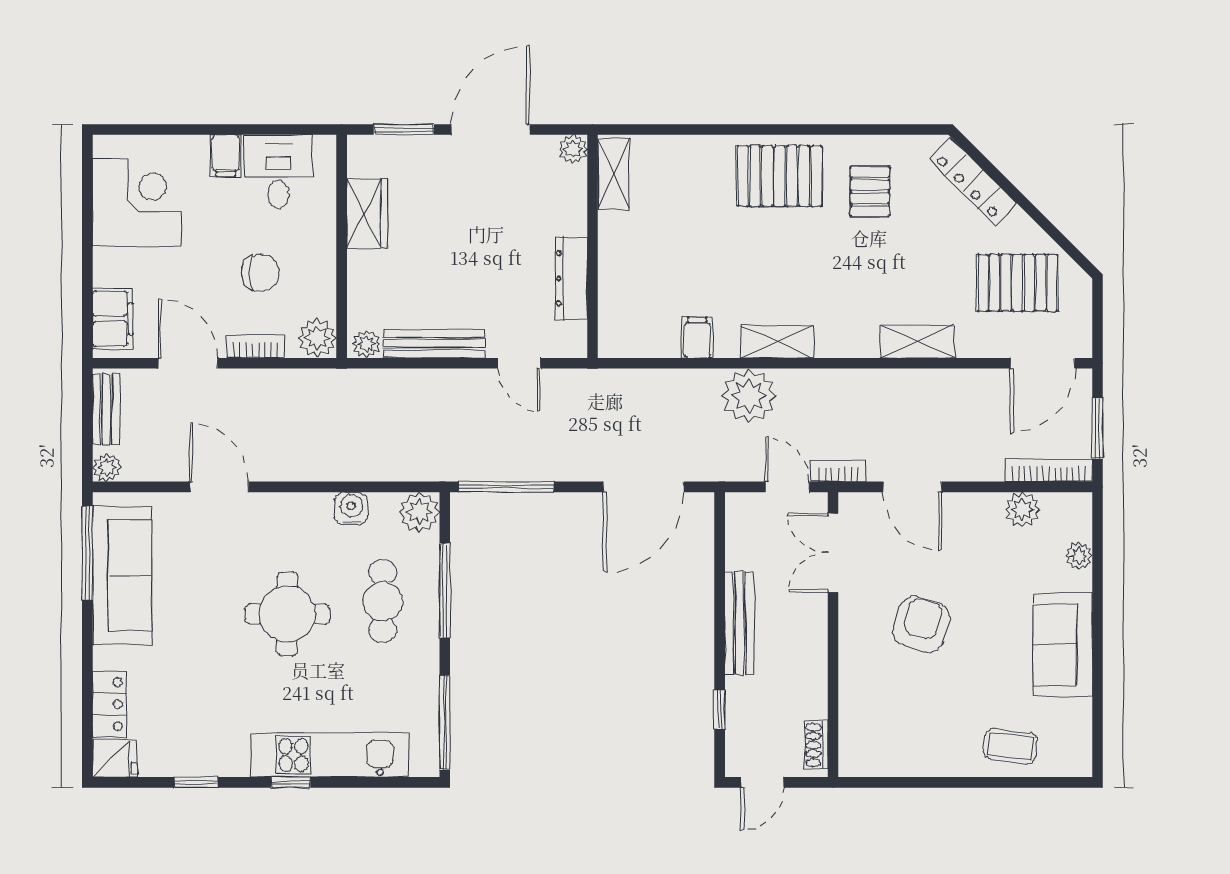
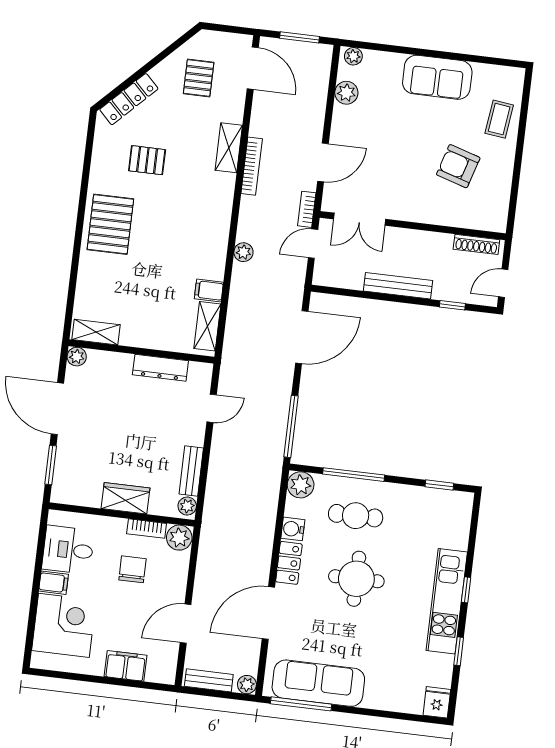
pallet: (870, 191) -> (147, 160), moved
corner desk: (137, 203) -> (64, 625), moved, turned 90
wardrobe: (367, 214) -> (126, 498), moved
pallet: (1018, 283) -> (199, 78), width x0.67, depth x0.71
filing cabinet: (113, 319) -> (126, 666), moved
shelving: (777, 342) -> (207, 326), moved
bench: (434, 344) -> (191, 471), width x0.73
bookcase: (256, 346) -> (147, 529), moved, turned -90
plant: (749, 396) -> (243, 252), width x0.53, depth x0.53
bookcase: (1049, 471) -> (252, 166), moved, turned 180
door: (219, 487) -> (268, 613), width x1.36
door: (644, 487) -> (302, 337), hinge flipped
plant: (1079, 556) -> (353, 56), moved
armchair: (921, 624) -> (458, 166), moved
locker: (109, 704) -> (289, 563), moved, turned 90
window: (445, 723) -> (439, 485), width x0.46
shoe rack: (816, 745) -> (476, 244), width x1.43
kitchen unit: (330, 755) -> (447, 601), moved
door: (762, 782) -> (503, 283), swing flipped

